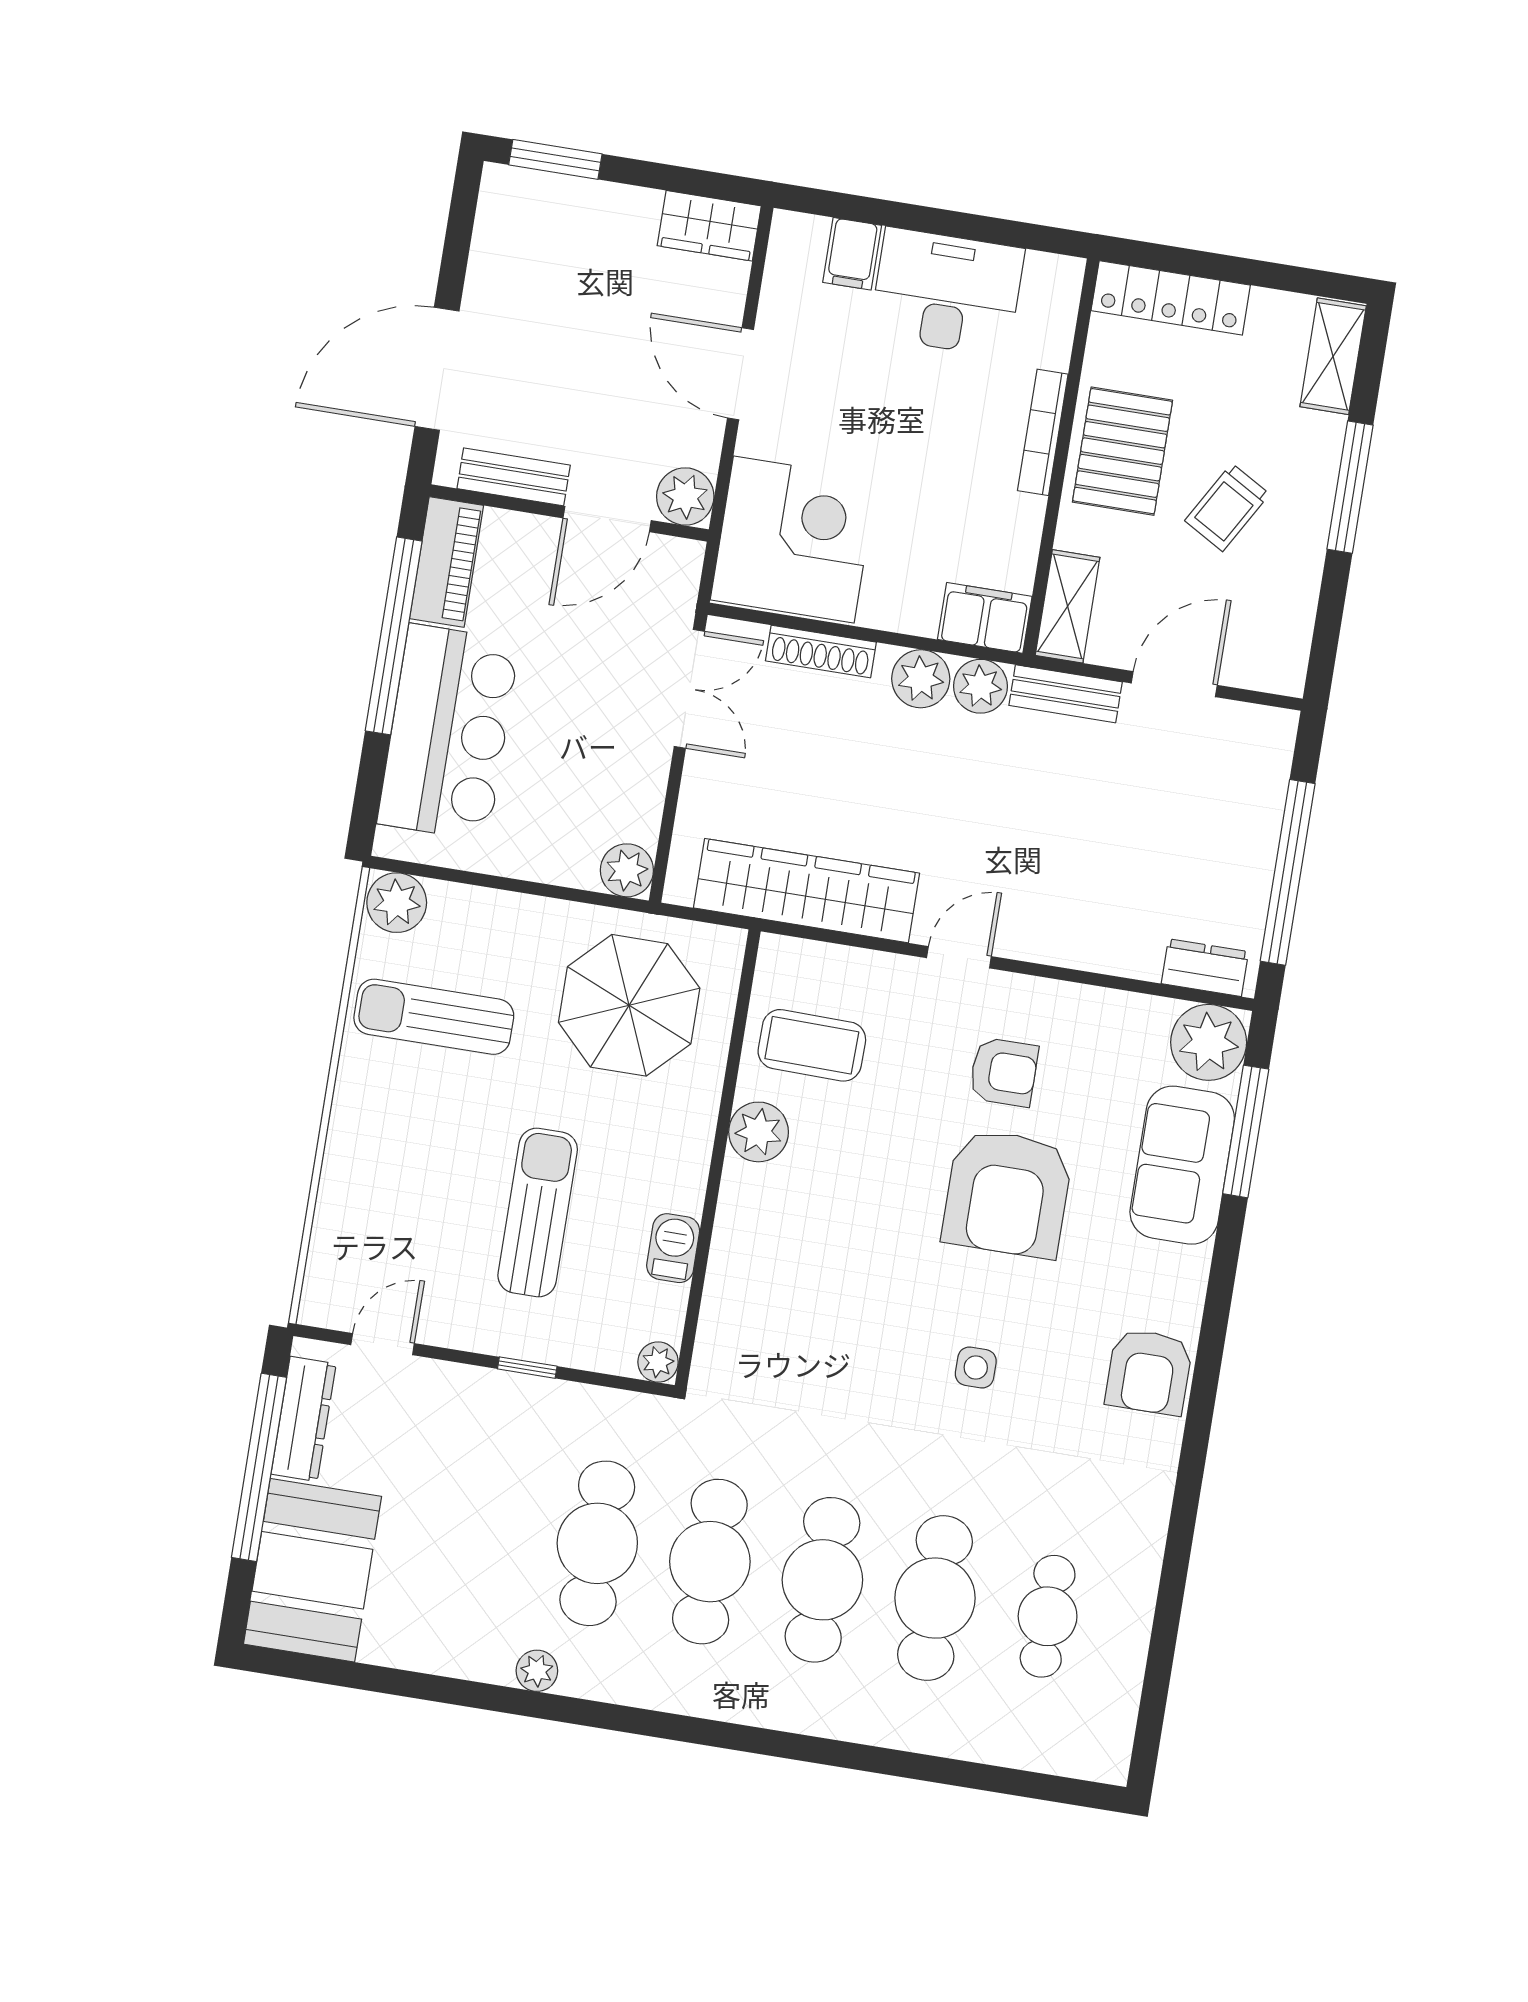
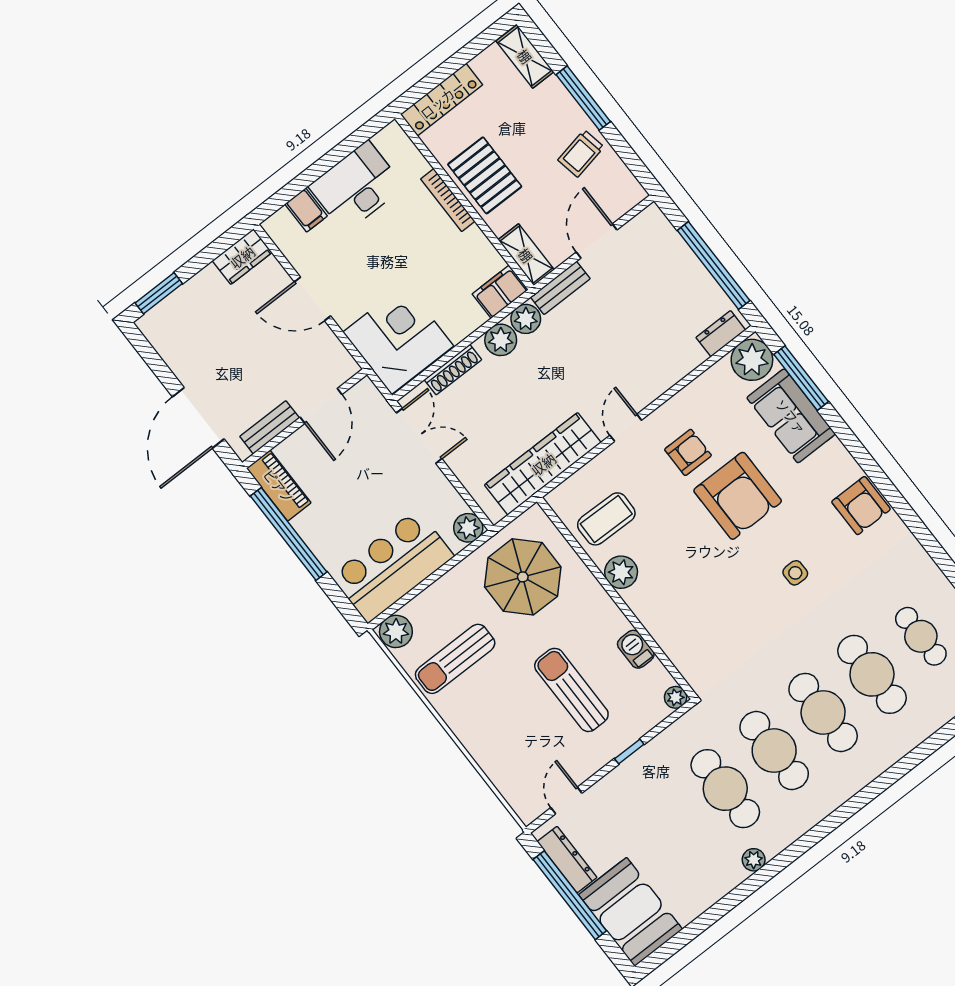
plant: (685, 497) -> (341, 366), removed
trolley: (1227, 507) -> (581, 153), moved, turned 49
bar counter: (448, 732) -> (393, 566), moved, turned -90

